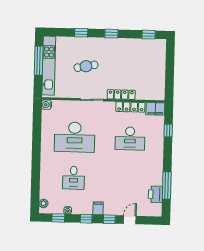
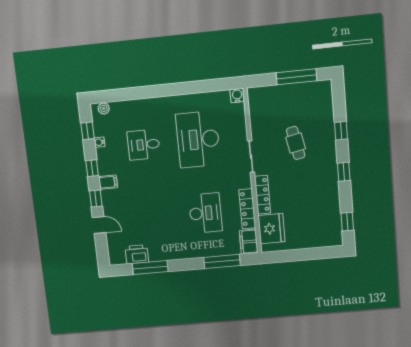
kitchen unit: (49, 66) -> (291, 92), removed
fridge: (147, 91) -> (271, 229), added
window: (168, 131) -> (222, 261), width x2.17
desk: (130, 138) -> (205, 213), turned 180

